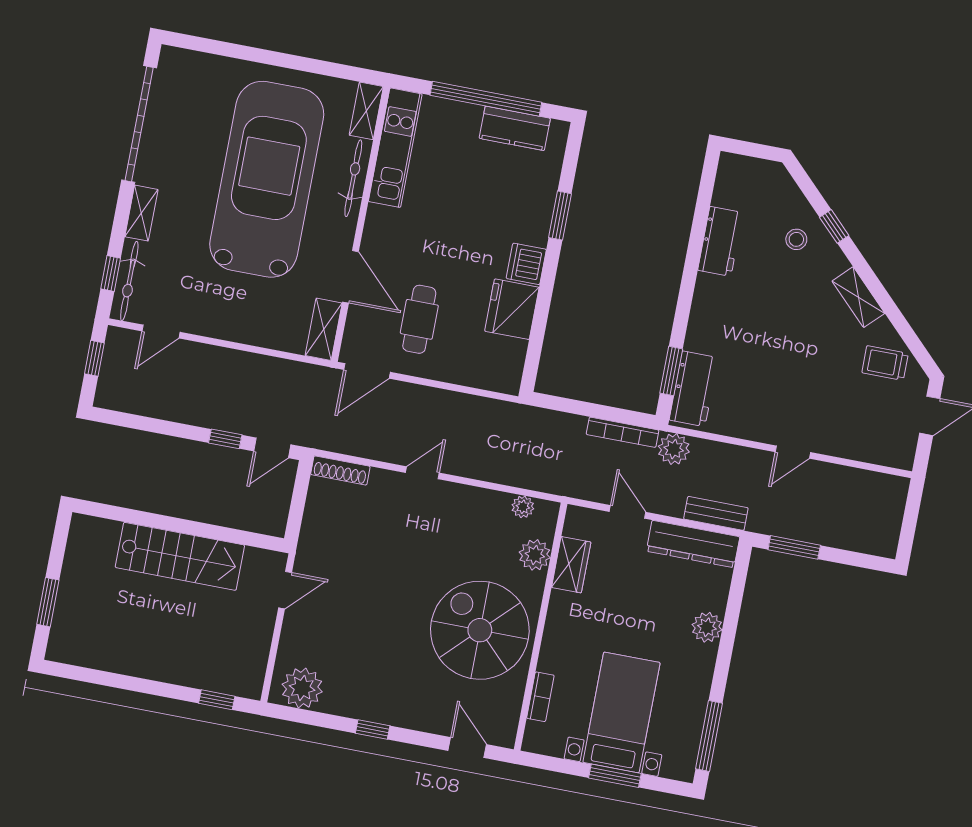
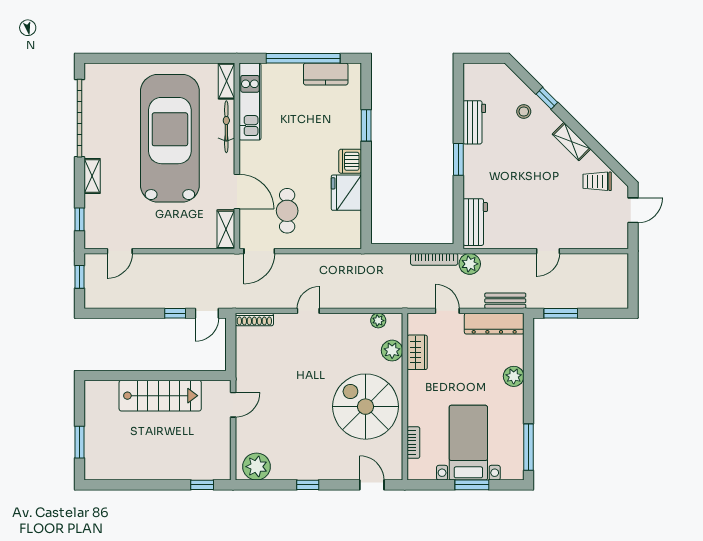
bicycle: (129, 281) -> (93, 222), removed
window: (671, 371) -> (458, 159), moved

